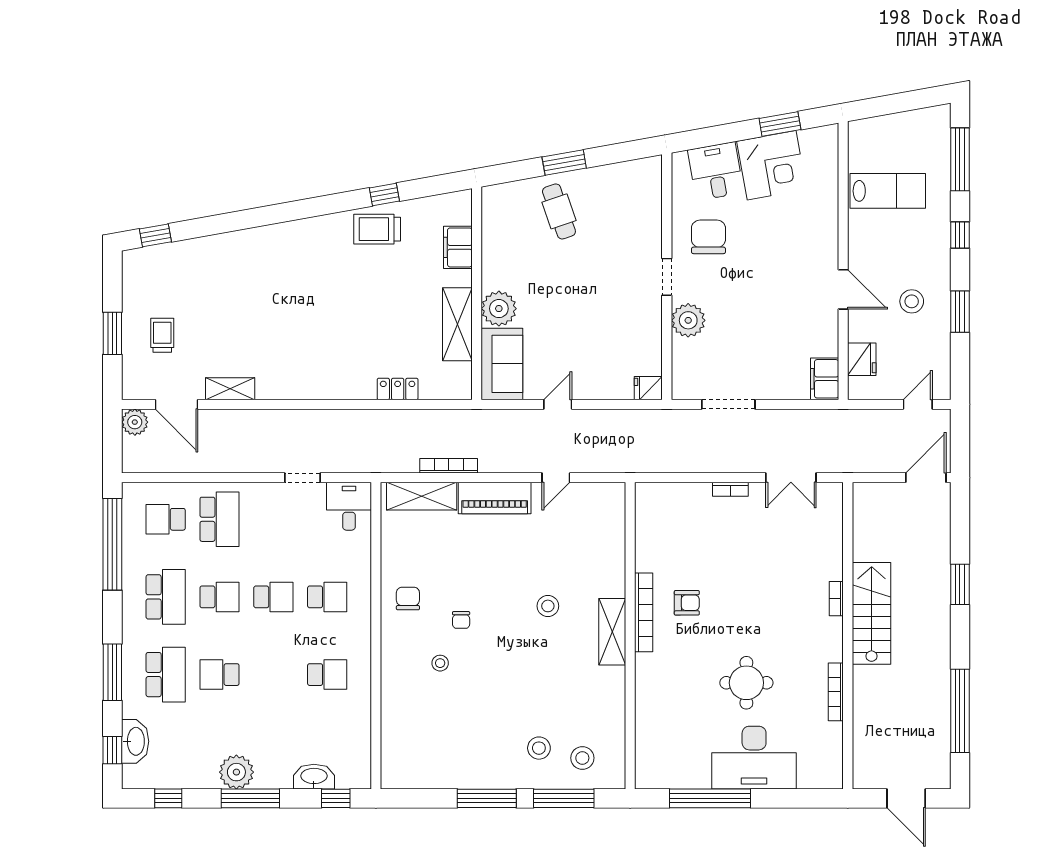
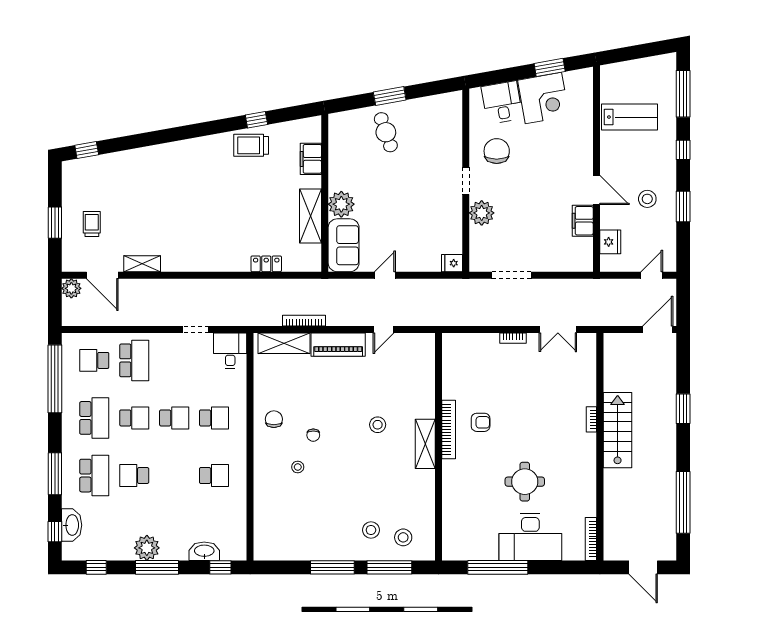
filing cabinet: (825, 379) -> (583, 221), moved
bookcase: (836, 692) -> (591, 539), moved

